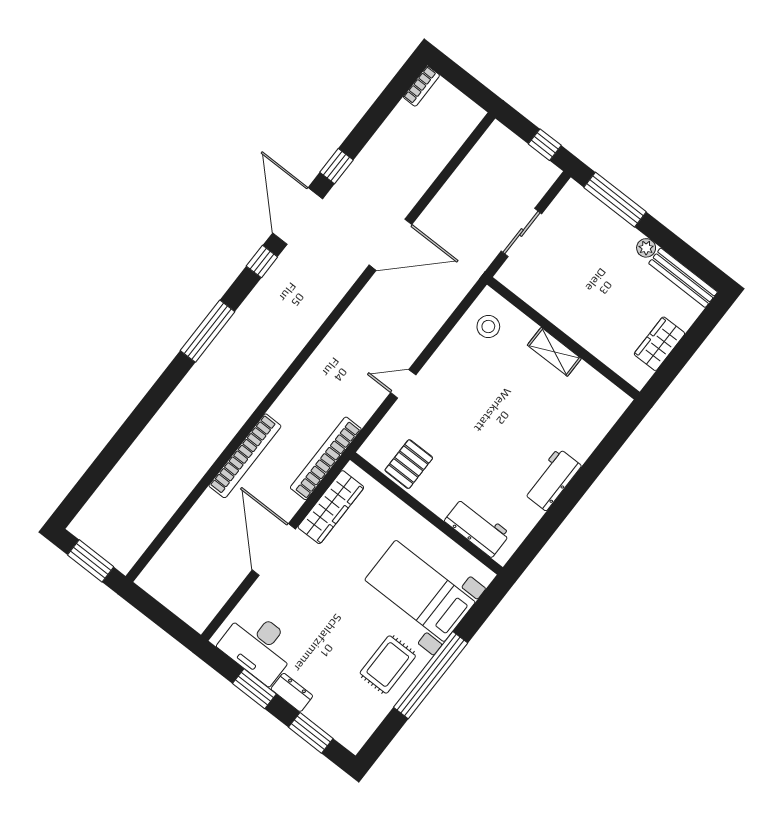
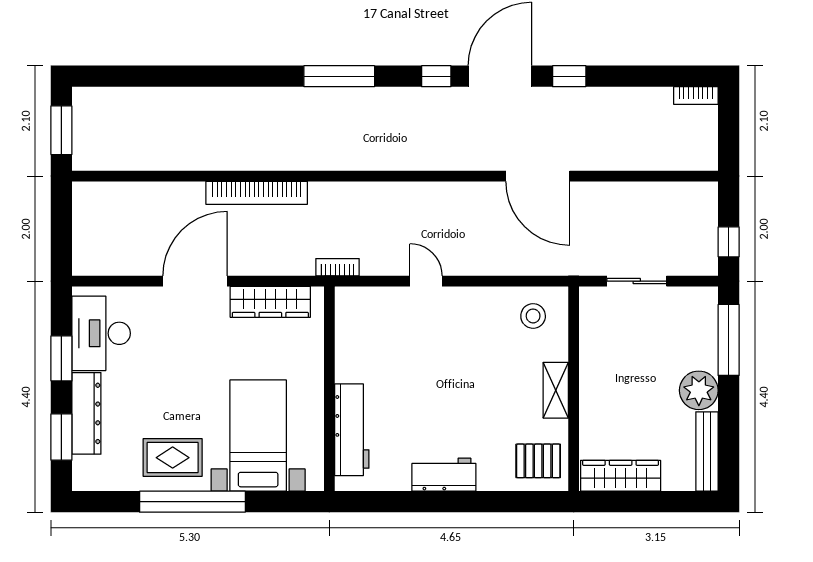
plant: (646, 248) -> (699, 390), width x1.88, depth x1.88
wardrobe: (659, 344) -> (621, 476), width x1.50
bookcase: (326, 458) -> (337, 267), width x0.43, depth x0.76
pallet: (409, 464) -> (538, 461), moved
workbench: (477, 527) -> (352, 430), width x1.38
dresser: (292, 692) -> (86, 413), width x1.96, depth x1.24

